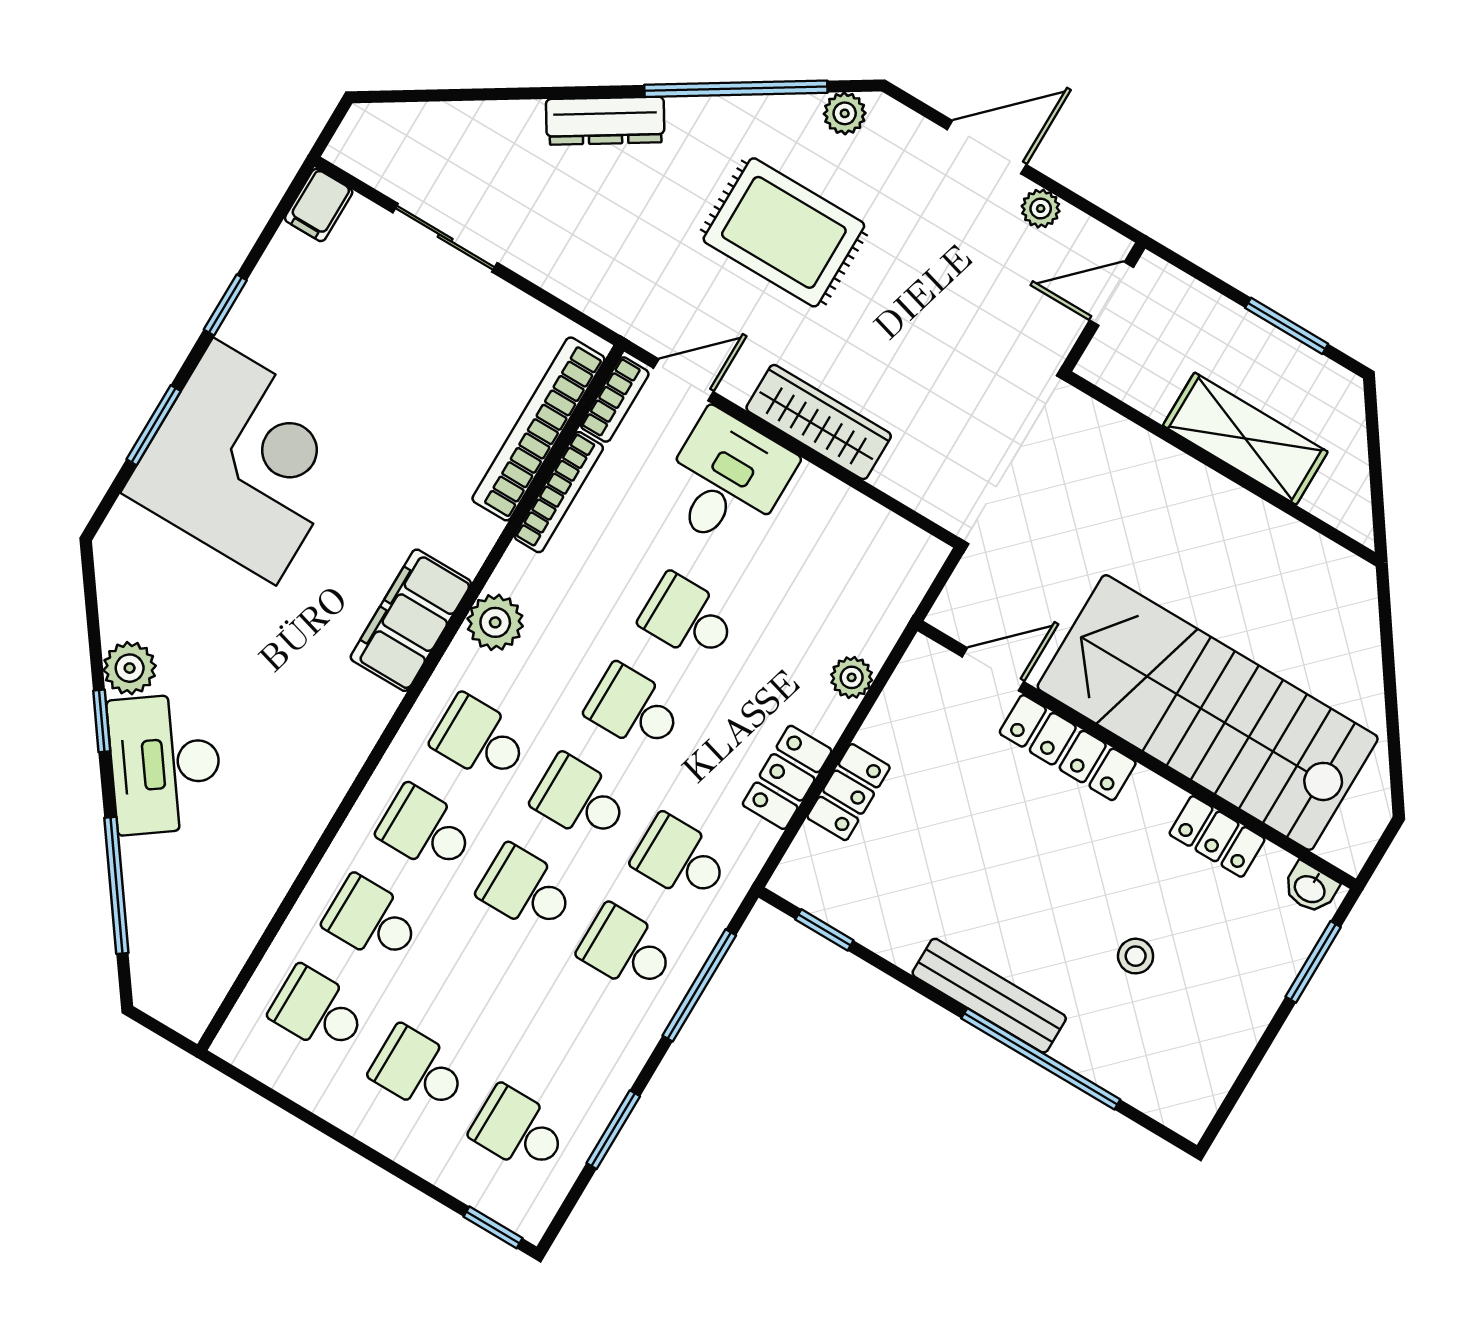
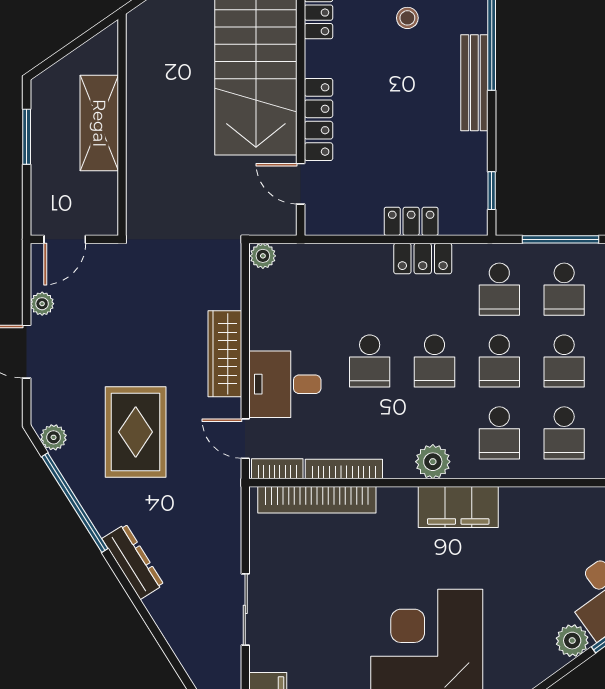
door: (1112, 294) -> (65, 239), hinge flipped
plant: (852, 677) -> (263, 256), moved

